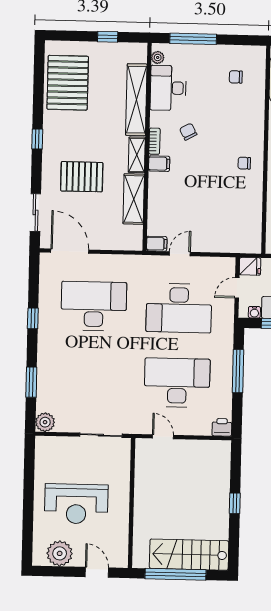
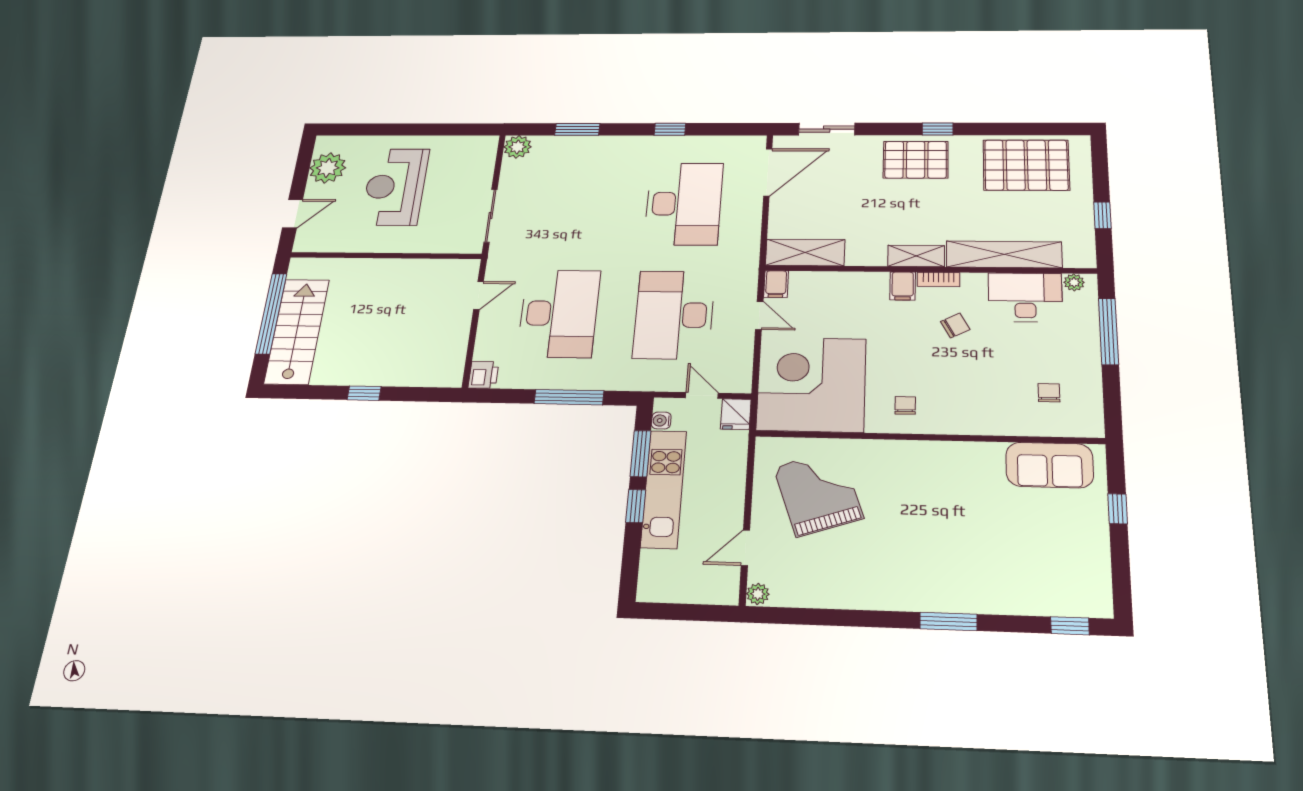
pallet: (82, 177) -> (916, 160), moved, turned 90
shelving: (134, 199) -> (805, 252), moved
corner desk: (229, 220) -> (811, 384), added

